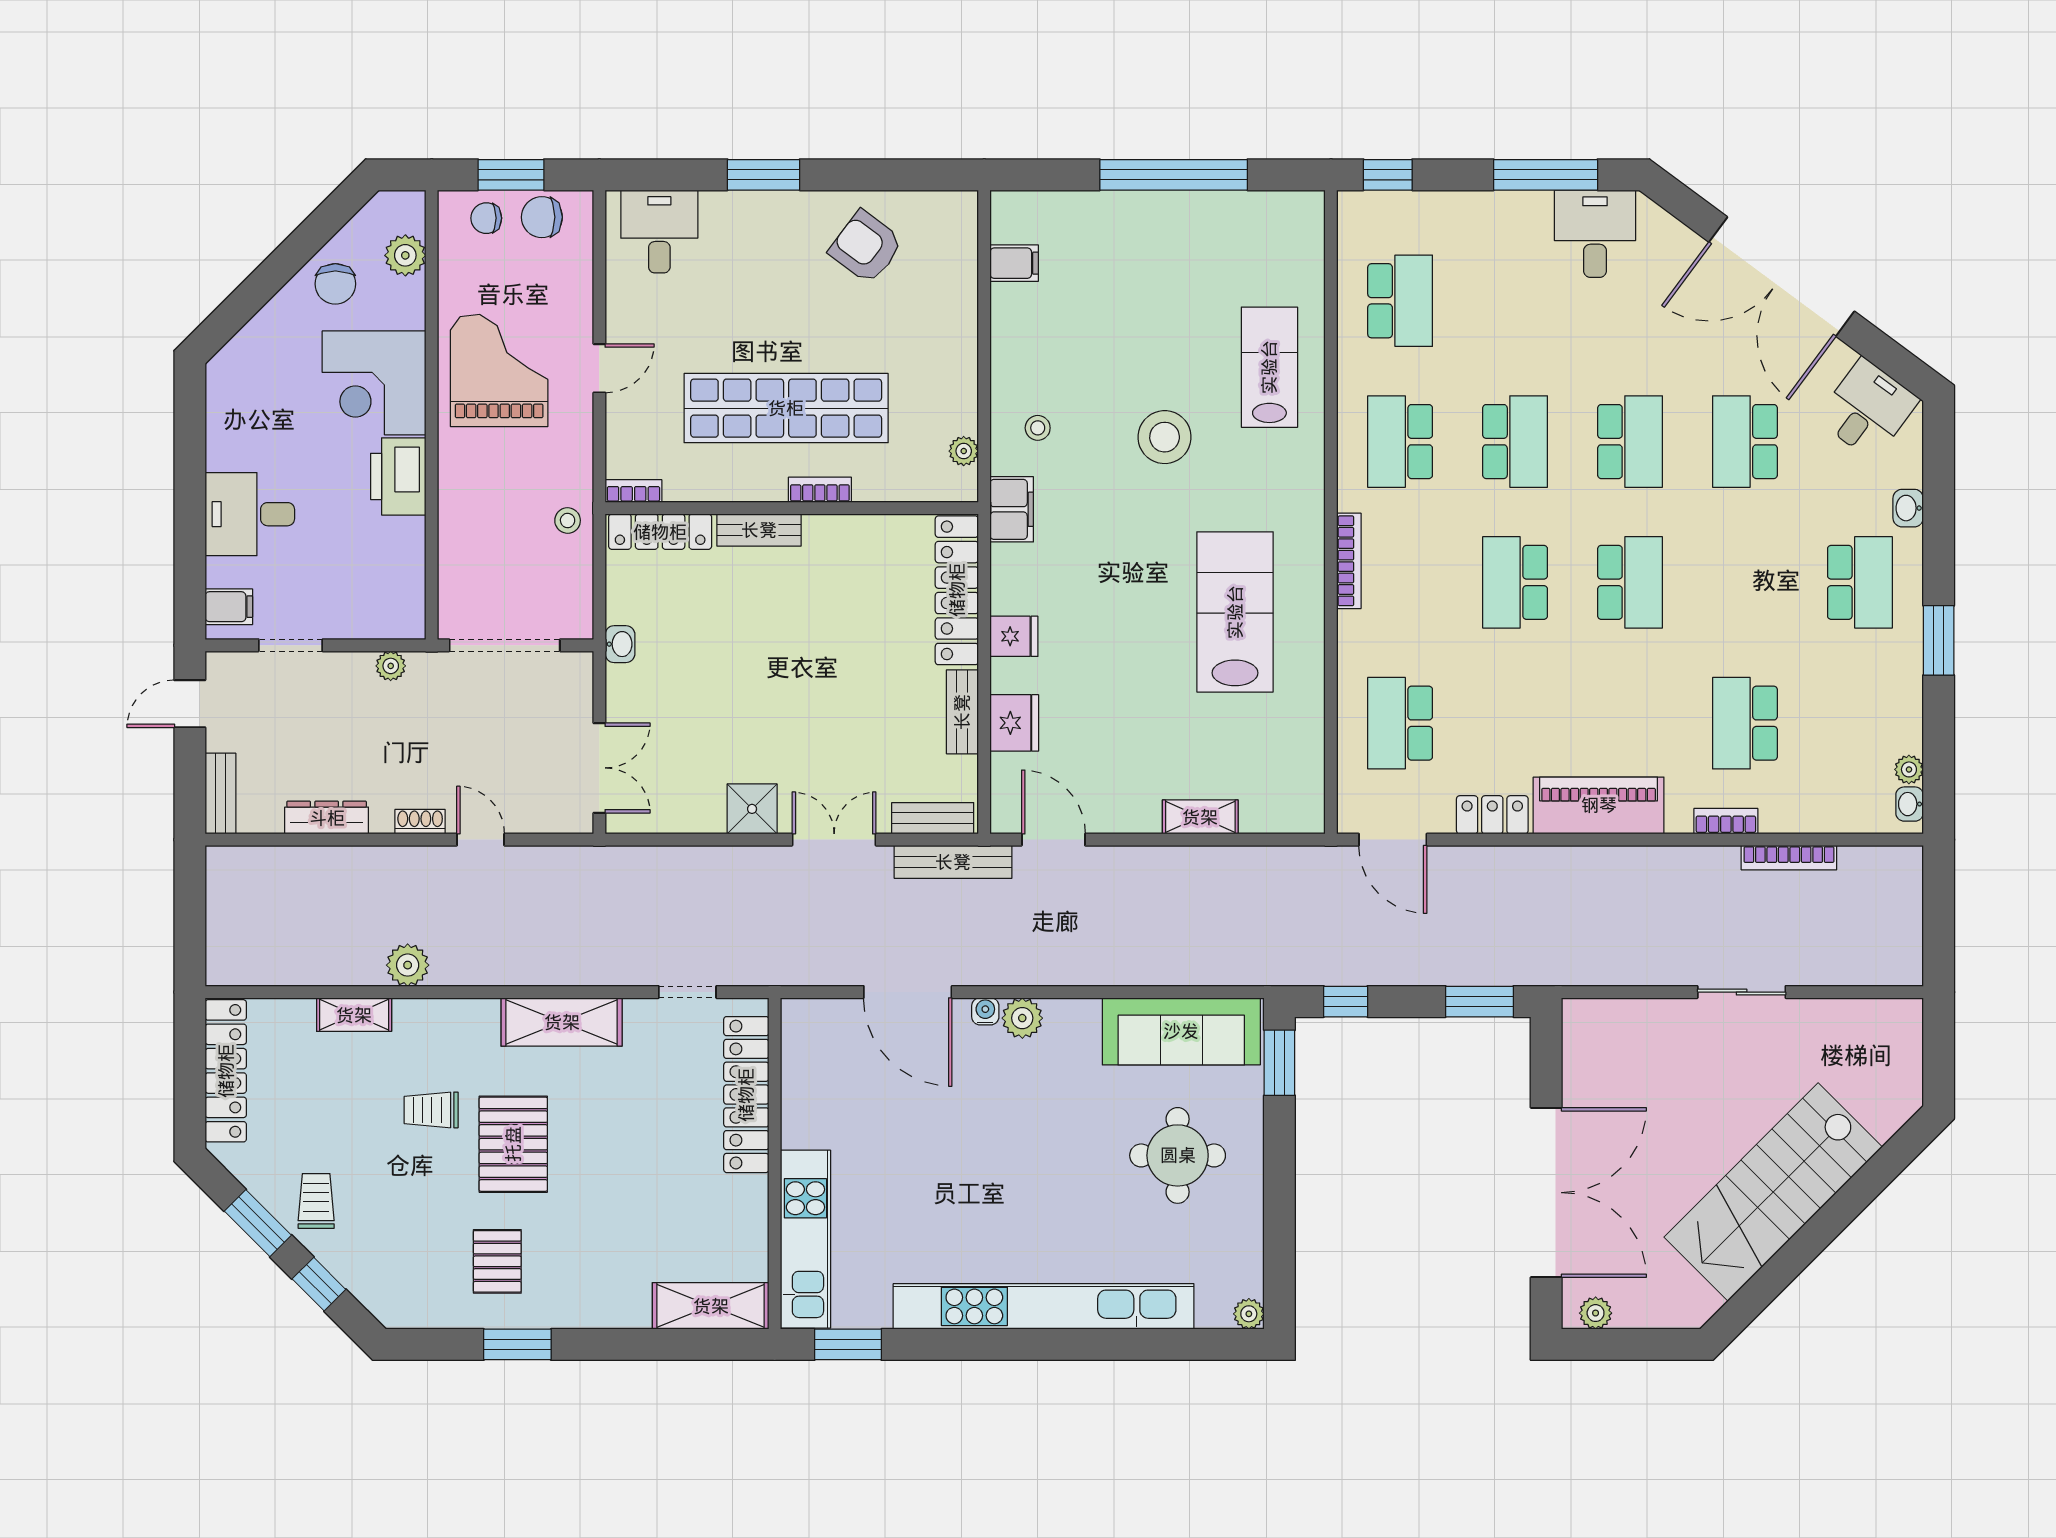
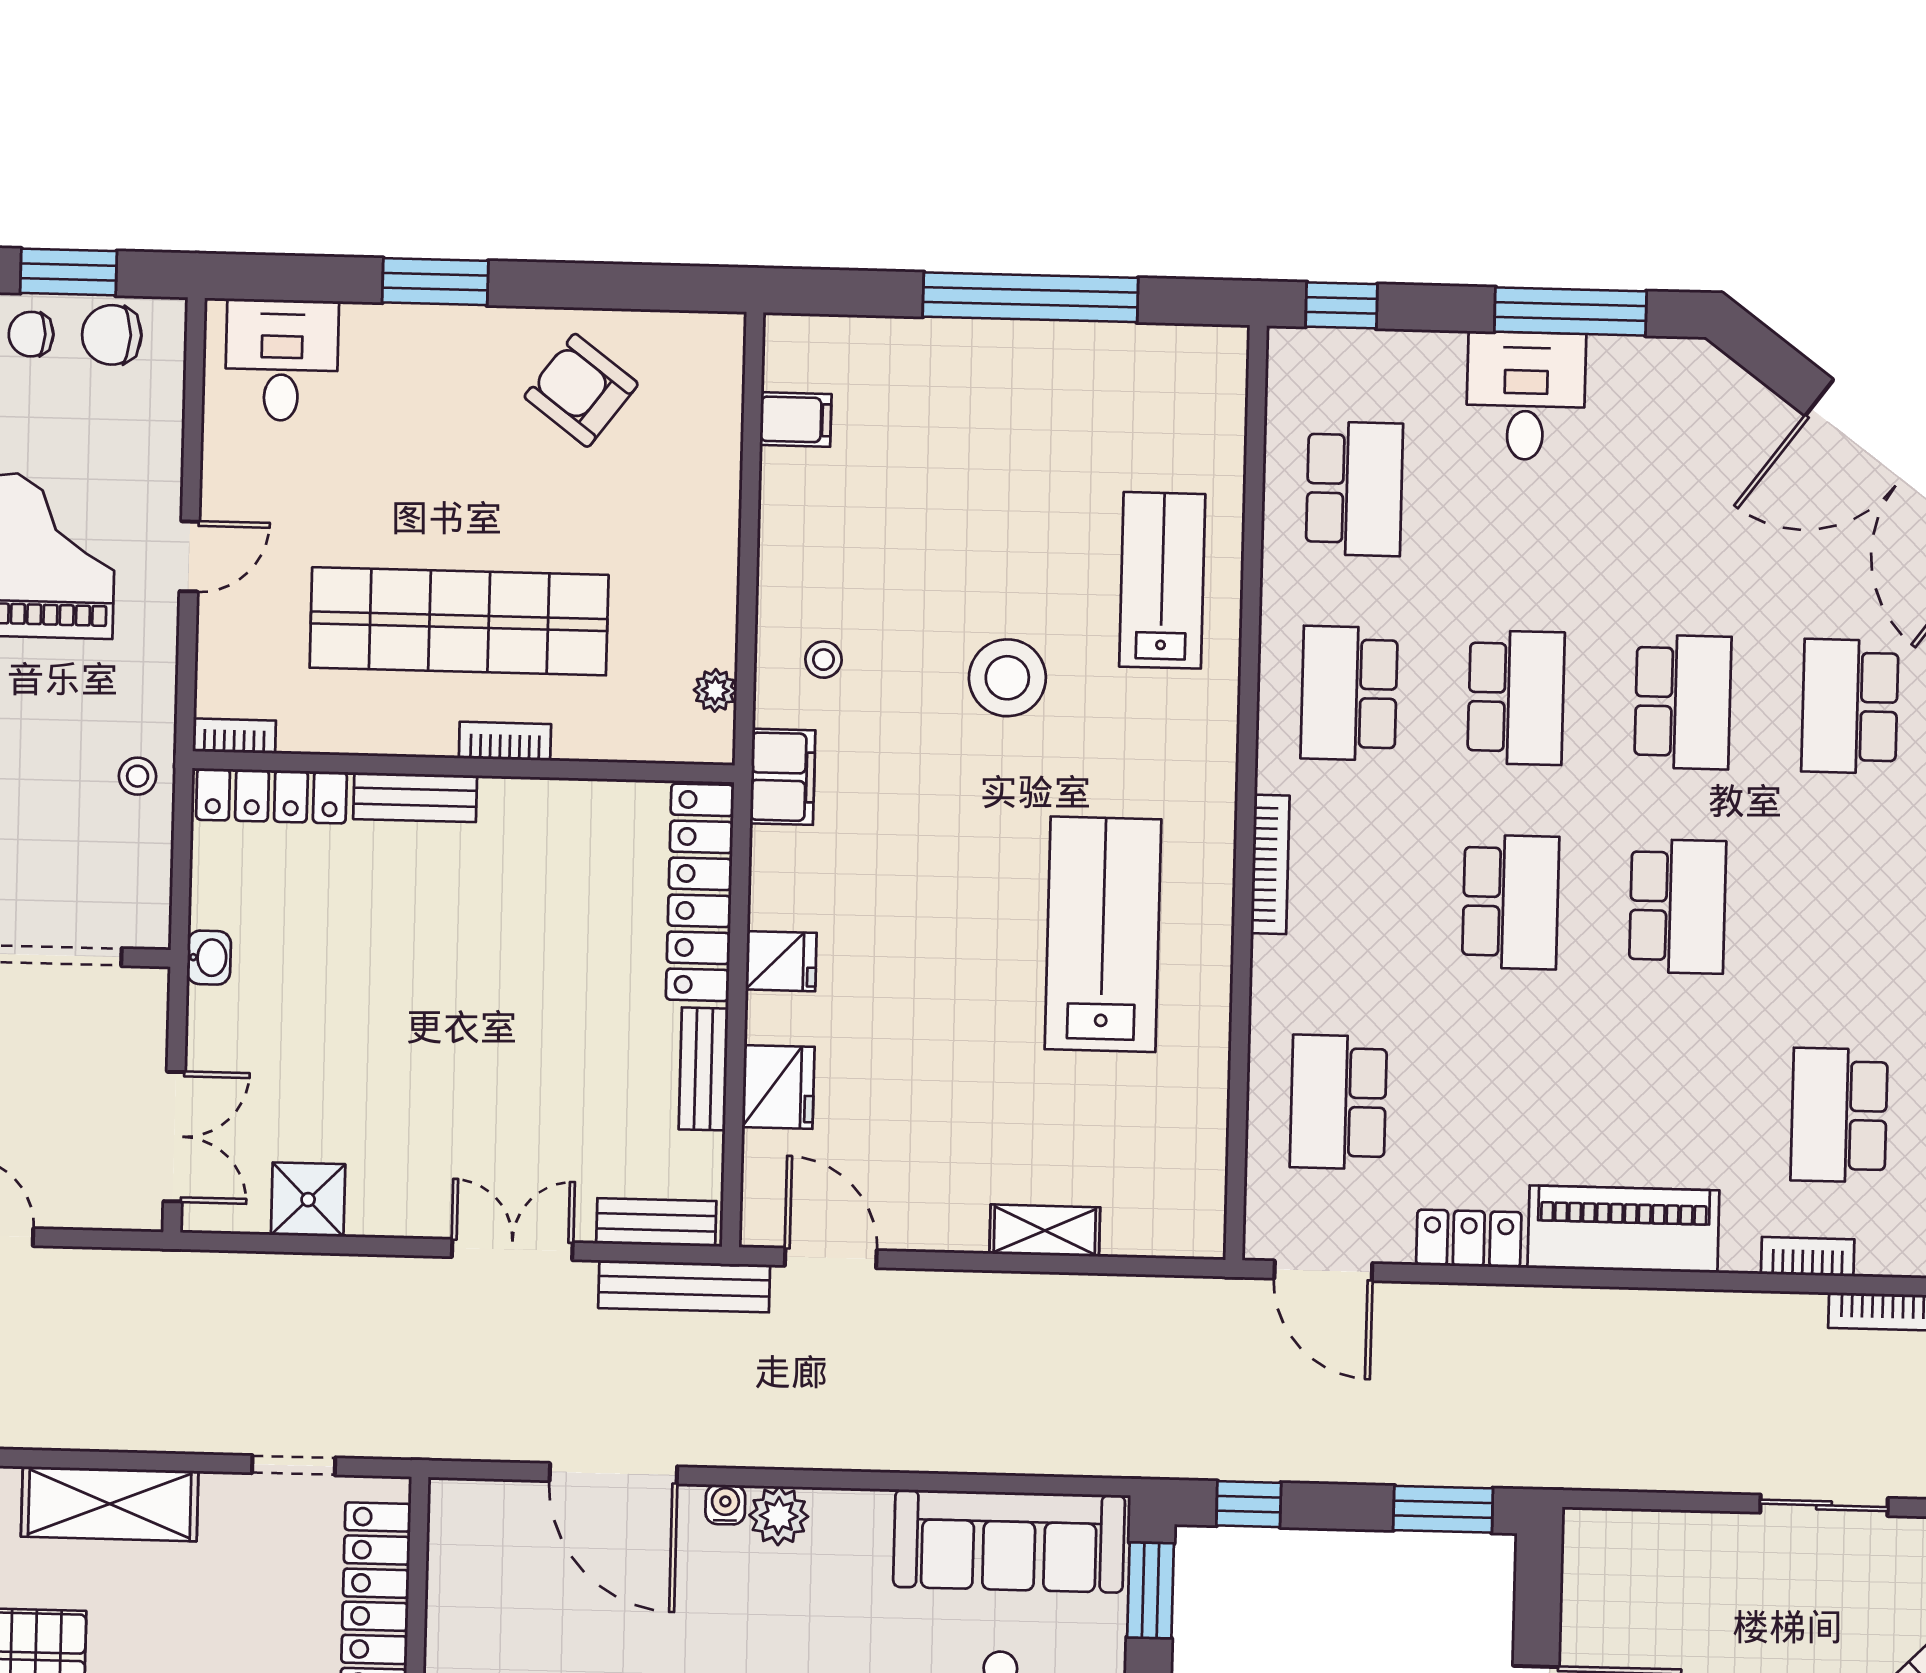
desk: (1595, 234) -> (1526, 396), moved
school desk: (1515, 582) -> (1511, 902), turned 180
shower: (752, 809) -> (308, 1200), moved

